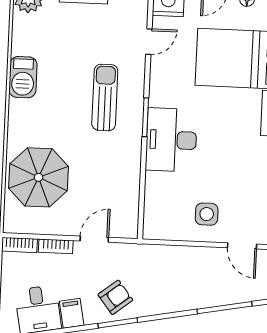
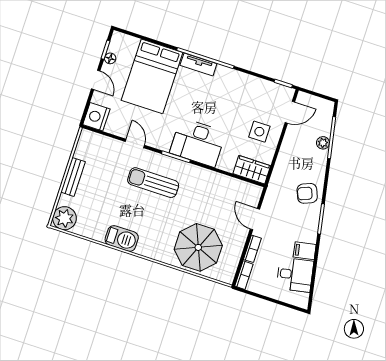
door: (149, 42) -> (135, 143), moved
wardrobe: (156, 218) -> (252, 170), added
armchair: (115, 297) -> (307, 193), moved, turned -74
plant: (215, 299) -> (323, 143), added

